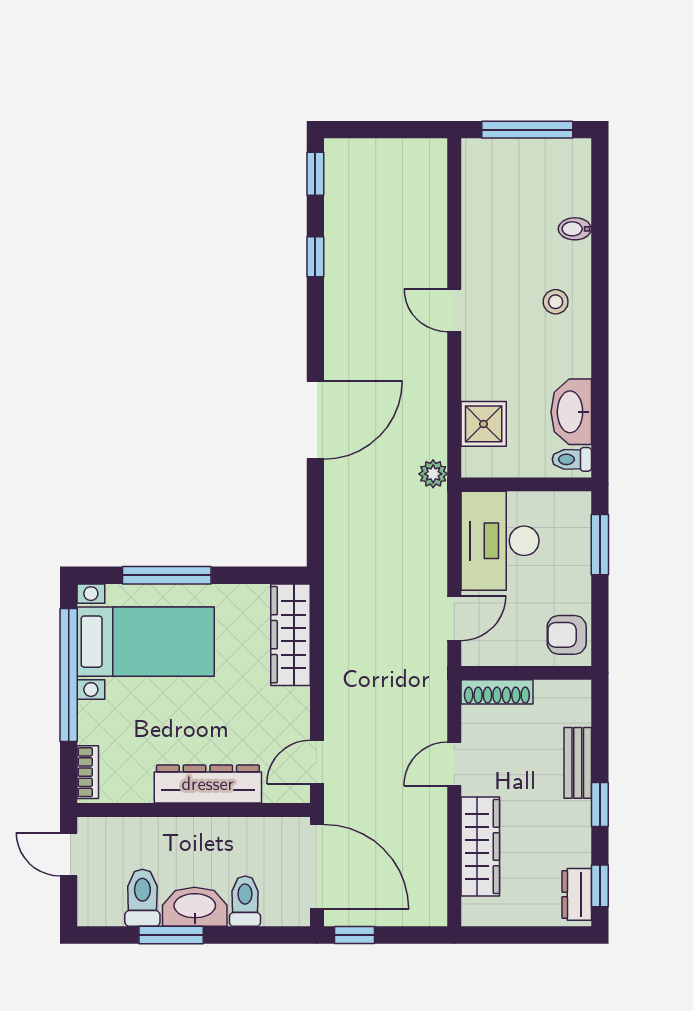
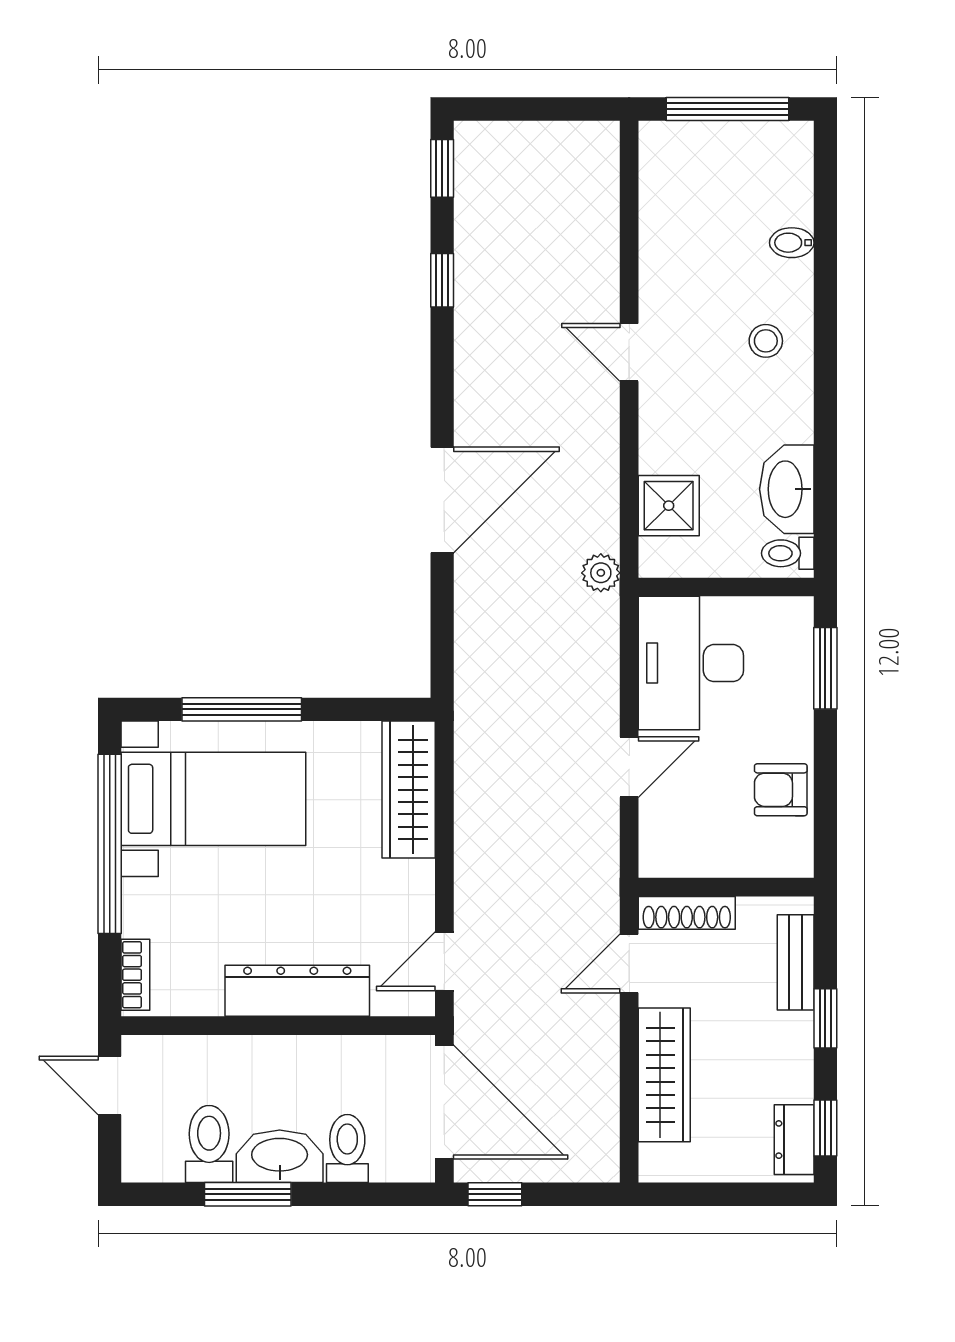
wall: (526, 673) -> (726, 887), moved
shoe rack: (497, 692) -> (687, 913), moved

